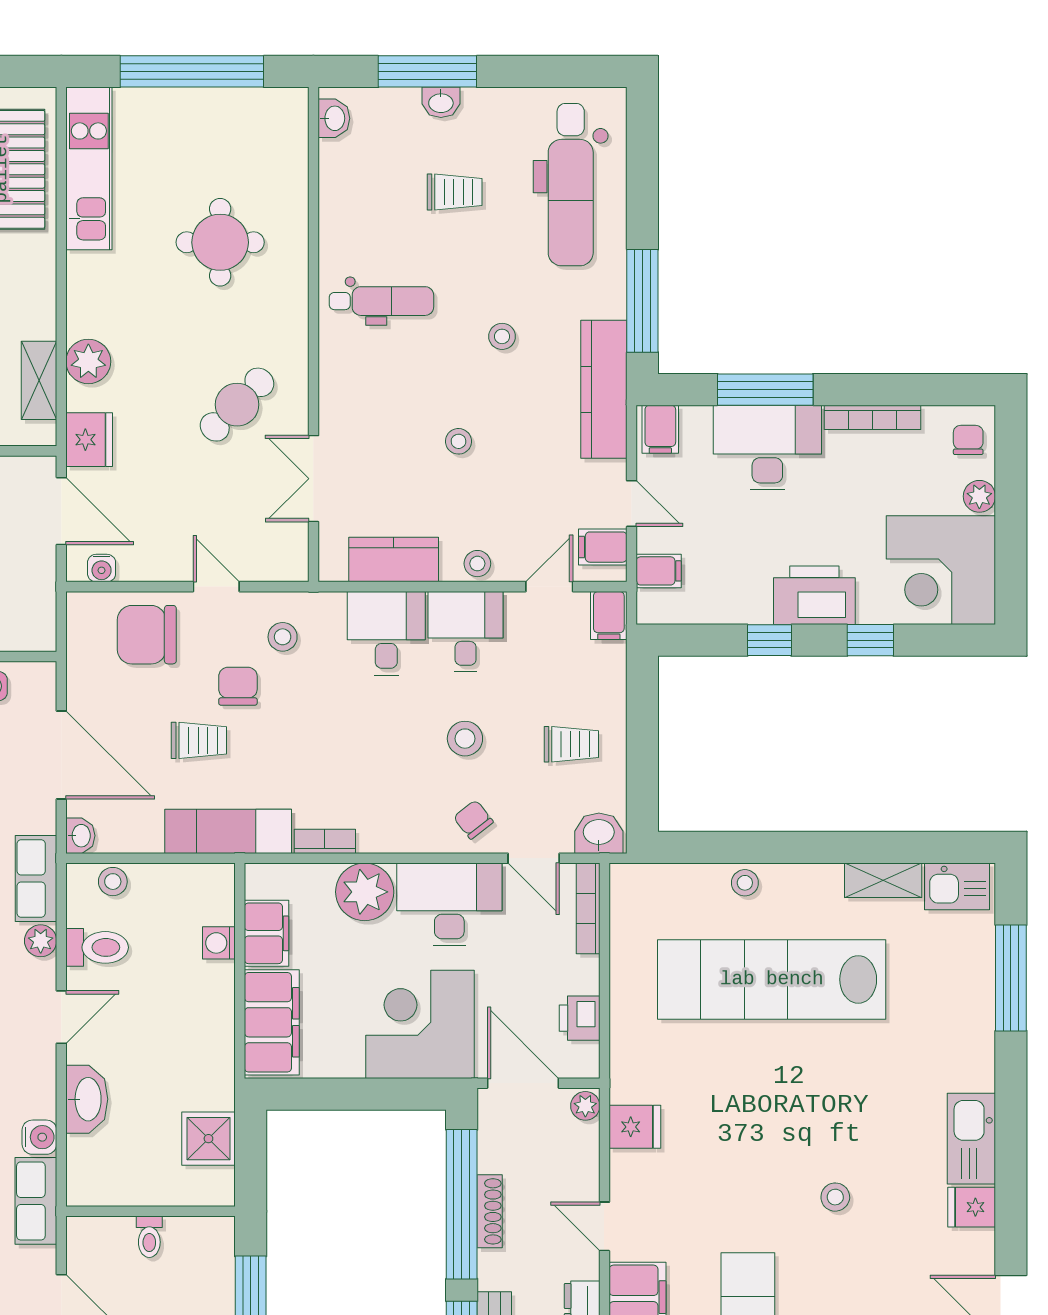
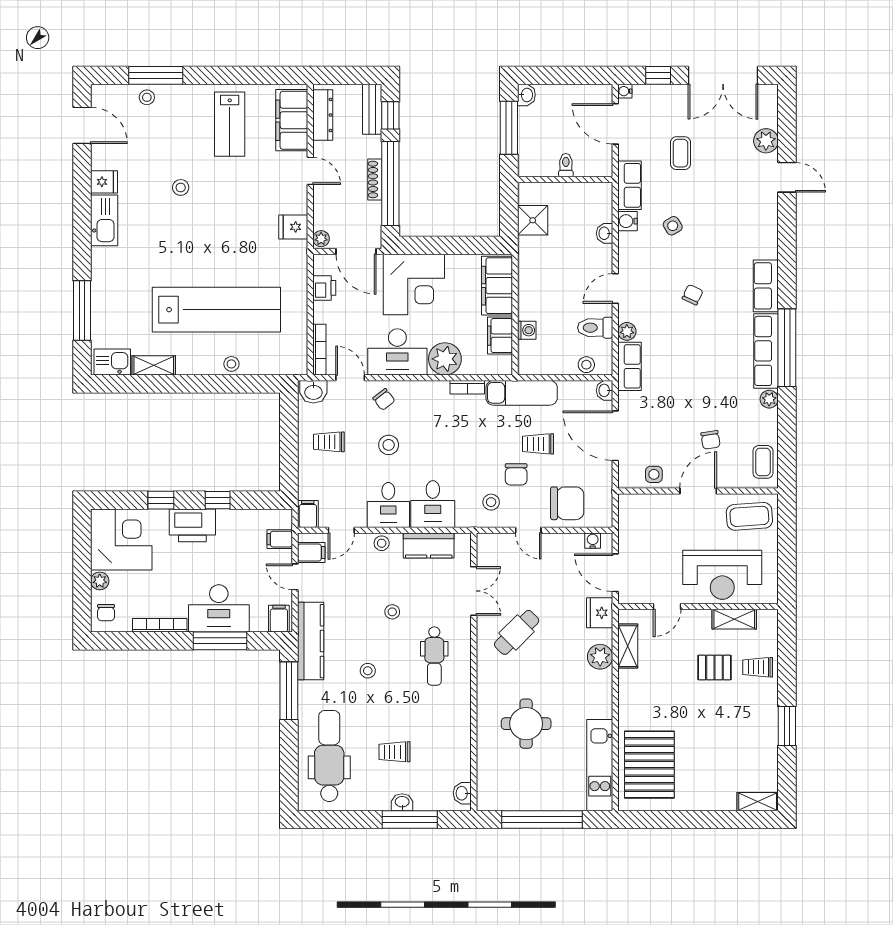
dental chair: (381, 301) -> (434, 656), moved, turned -90
washbasin: (87, 1099) -> (605, 233), width x0.52, depth x0.69

